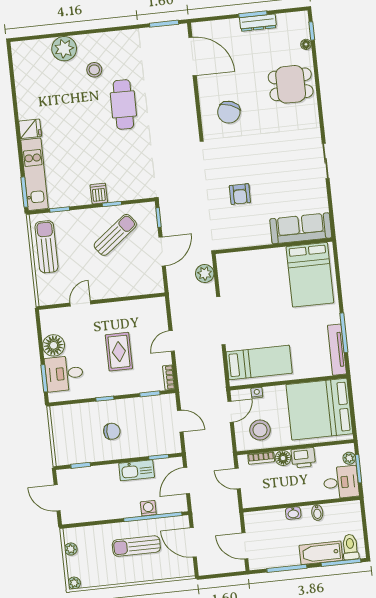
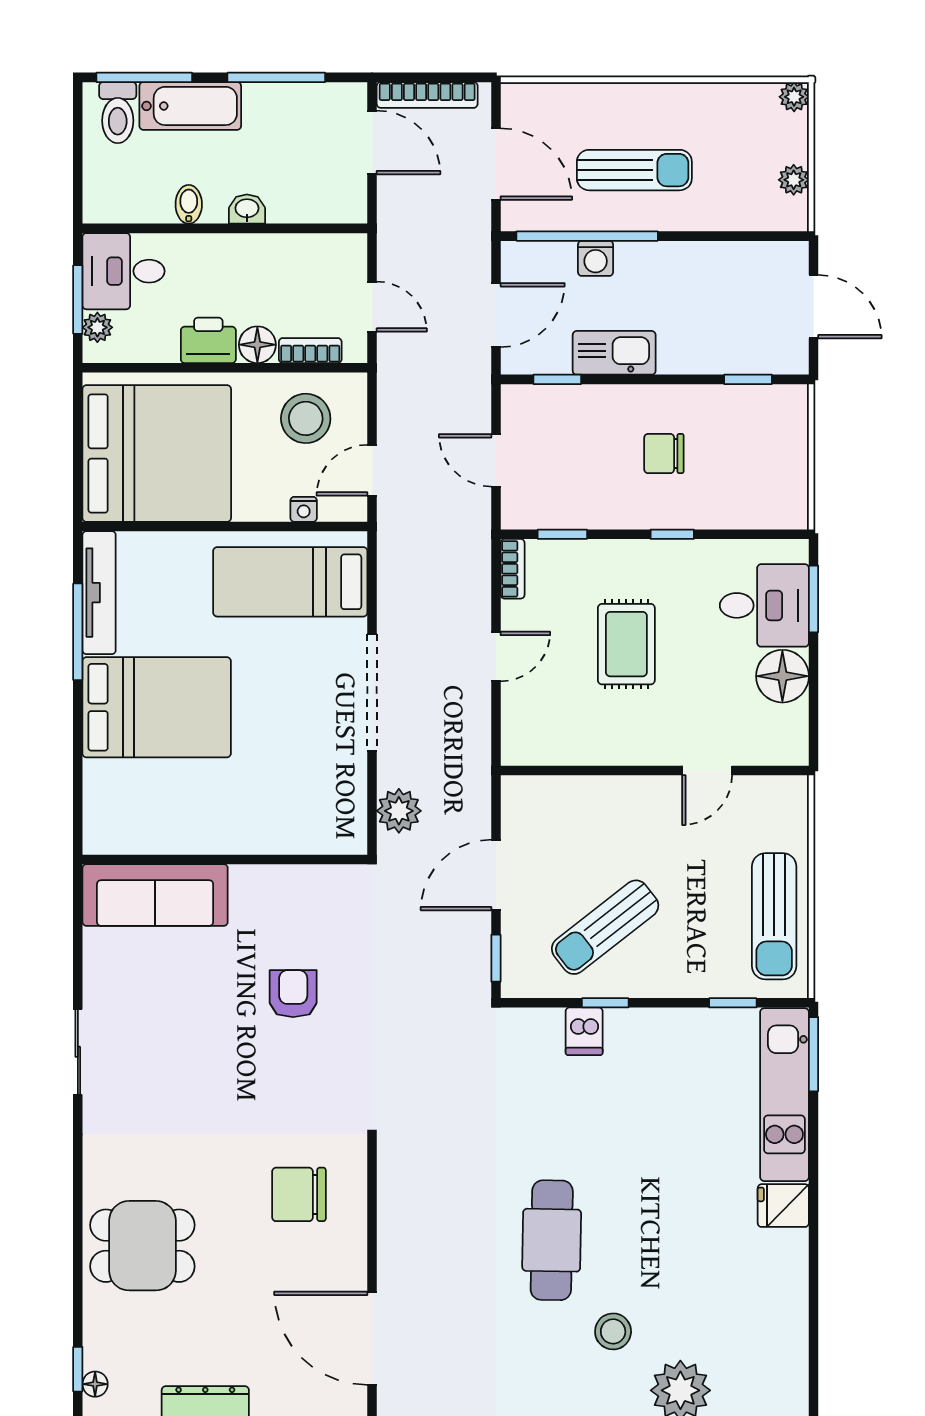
floor lamp: (306, 44) -> (95, 1384), moved
chair: (229, 112) -> (299, 1194), turned -110
dishwasher: (99, 194) -> (584, 1031), moved
bed: (310, 275) -> (157, 707), moved, turned 90
bookcase: (224, 568) -> (427, 95), added

